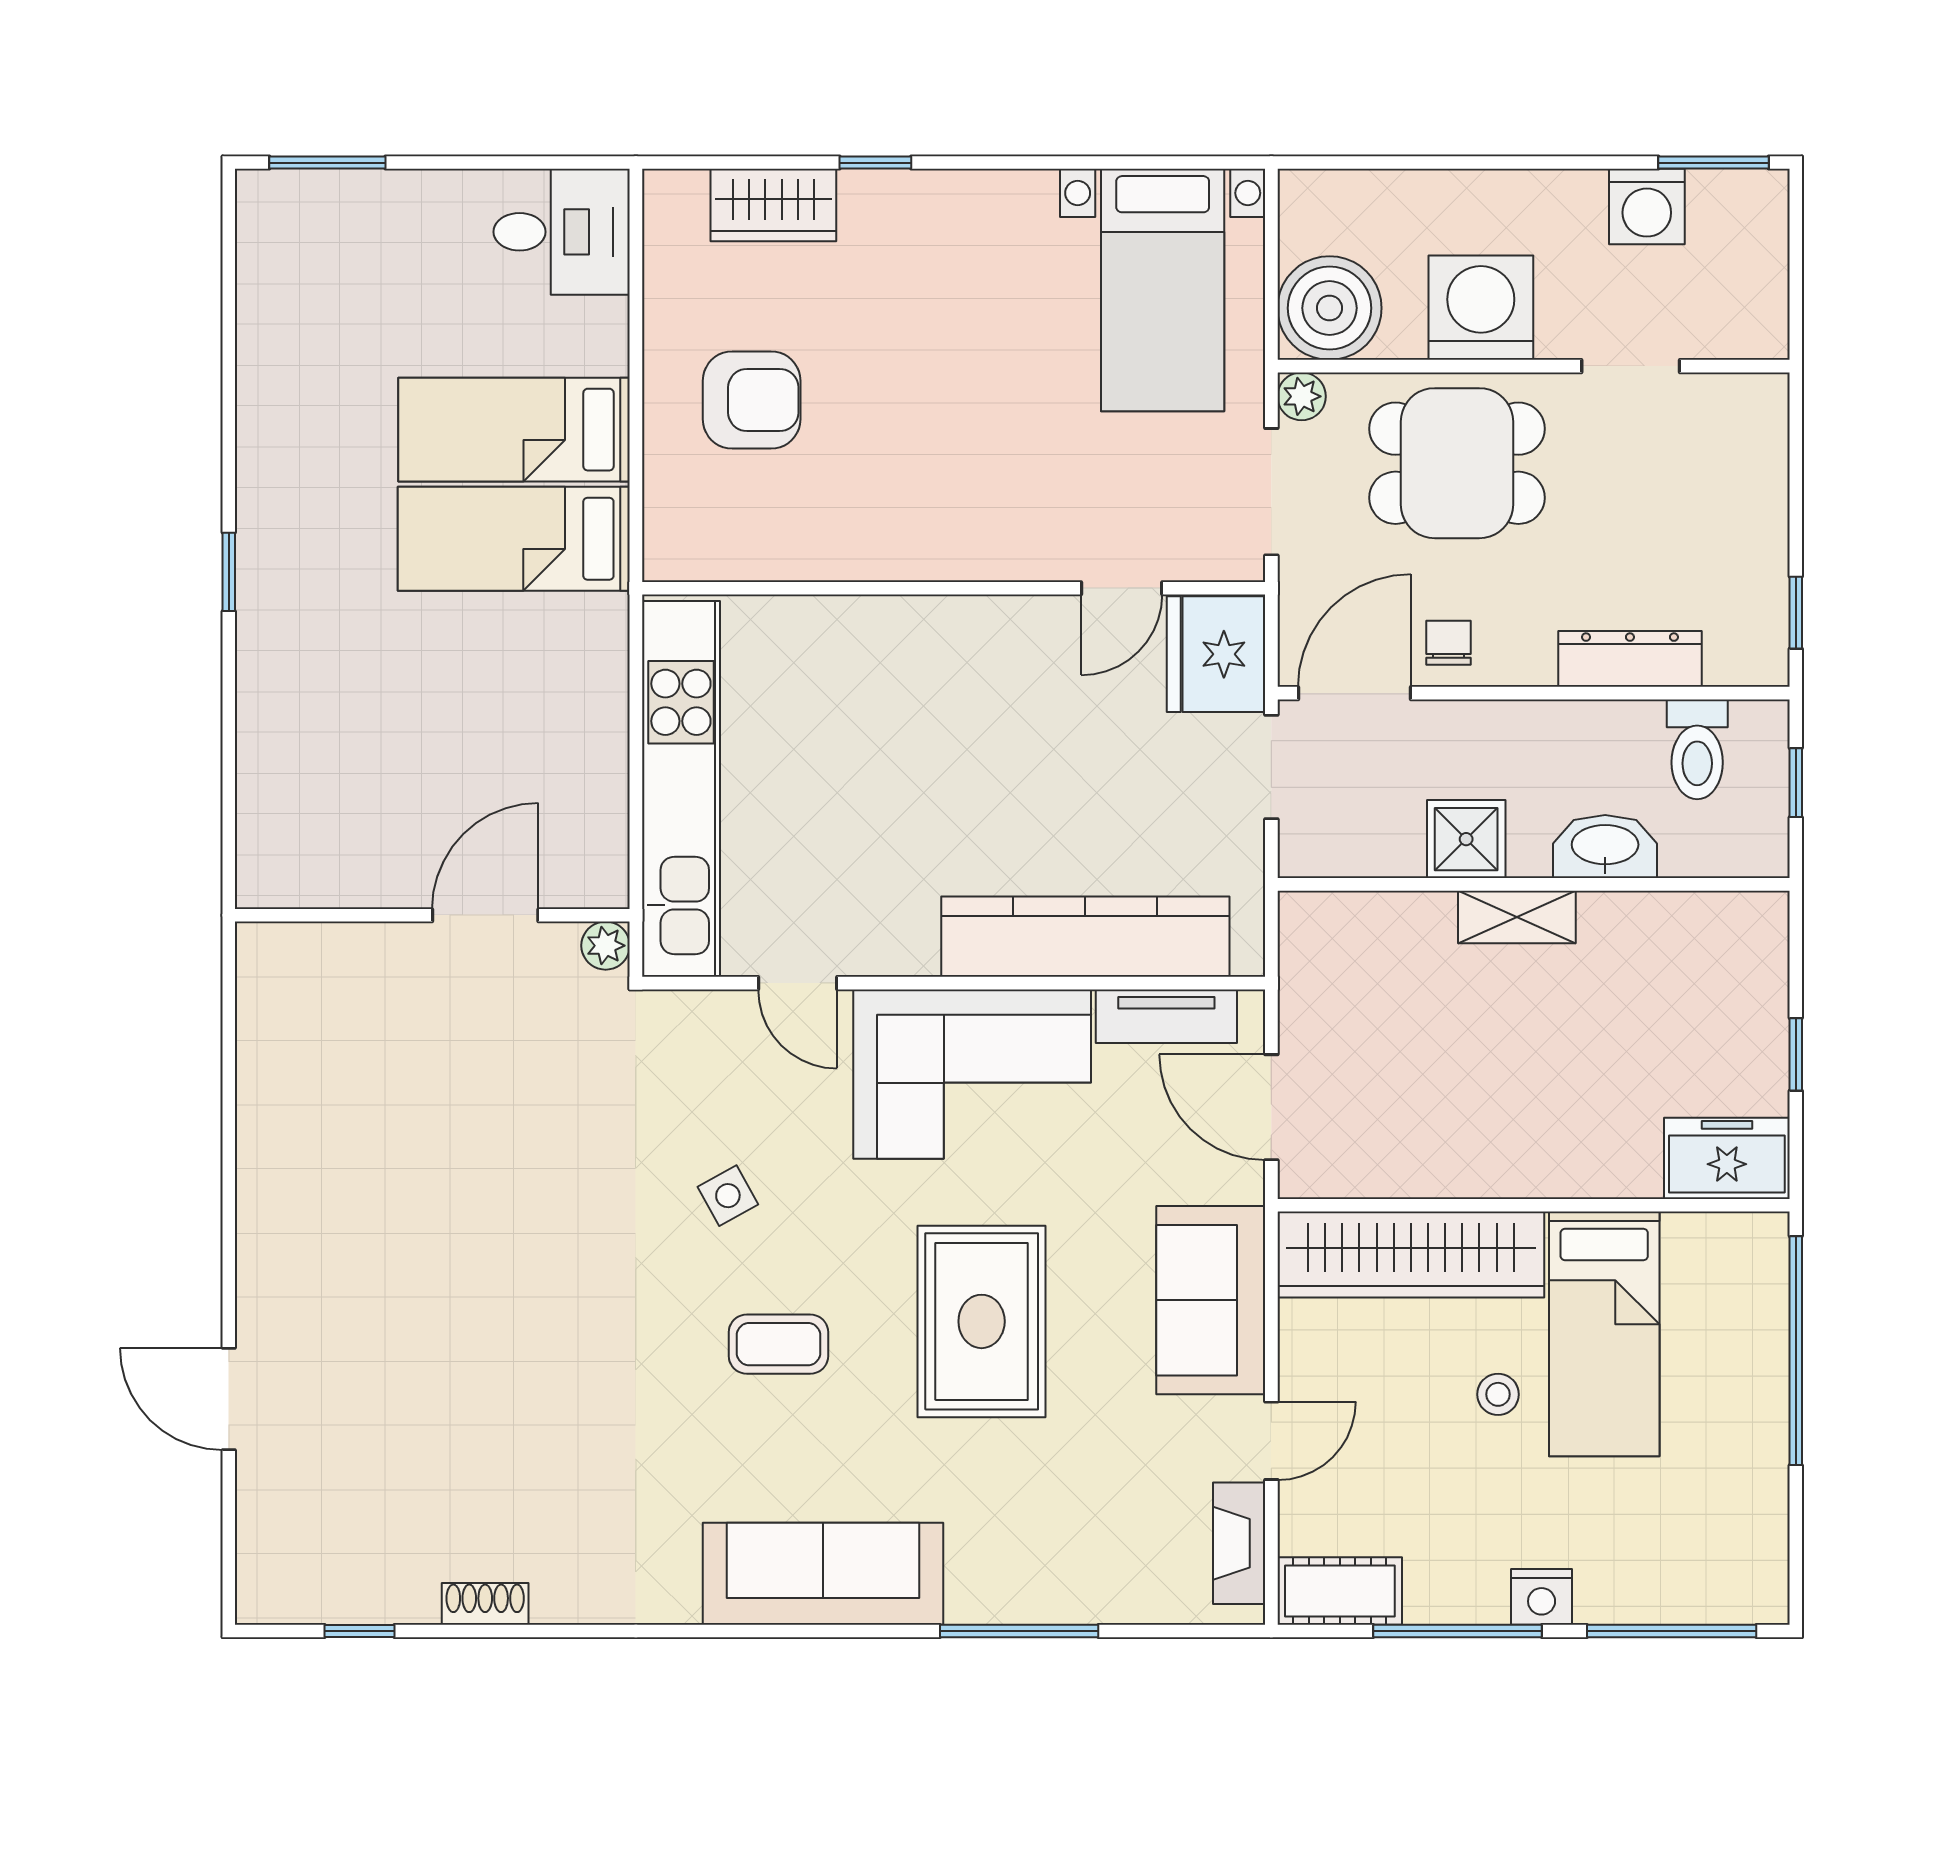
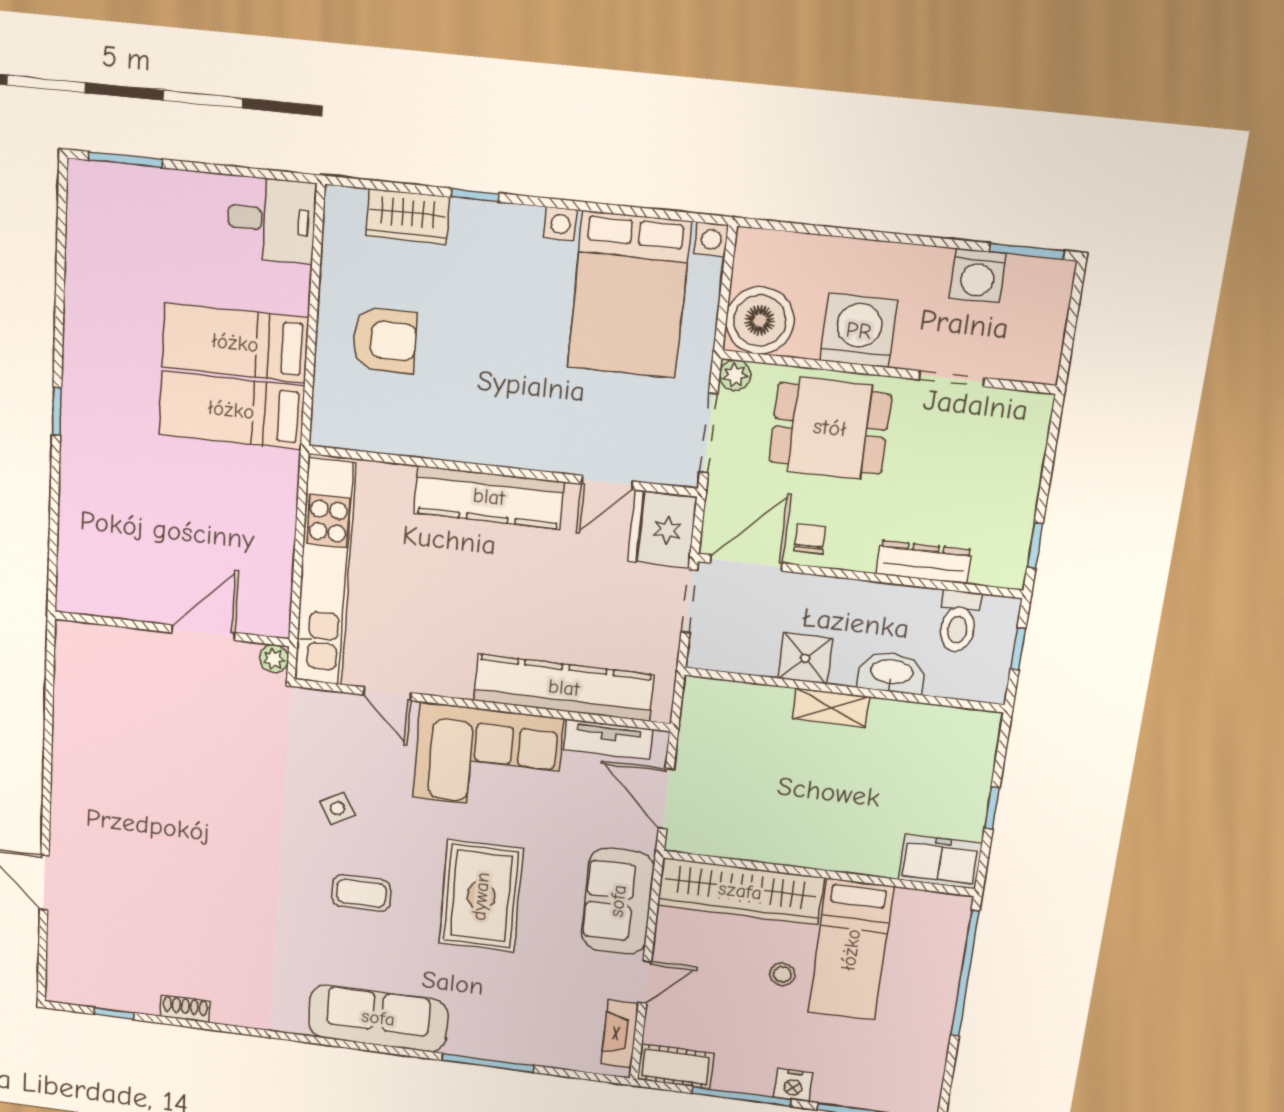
bed with nightstands: (1163, 290) -> (629, 295), width x1.36
kitchen counter: (937, 634) -> (489, 497), added

